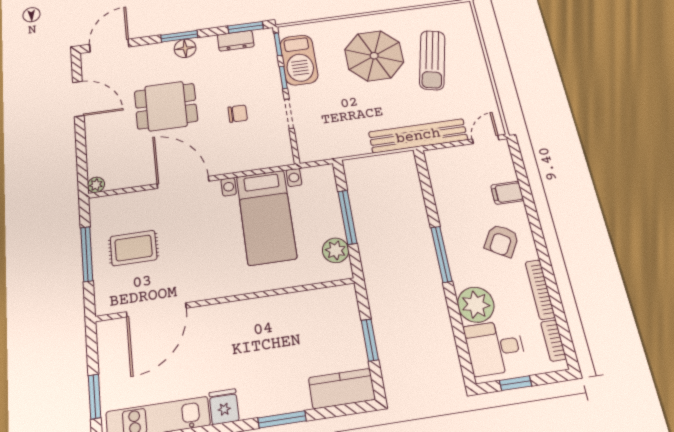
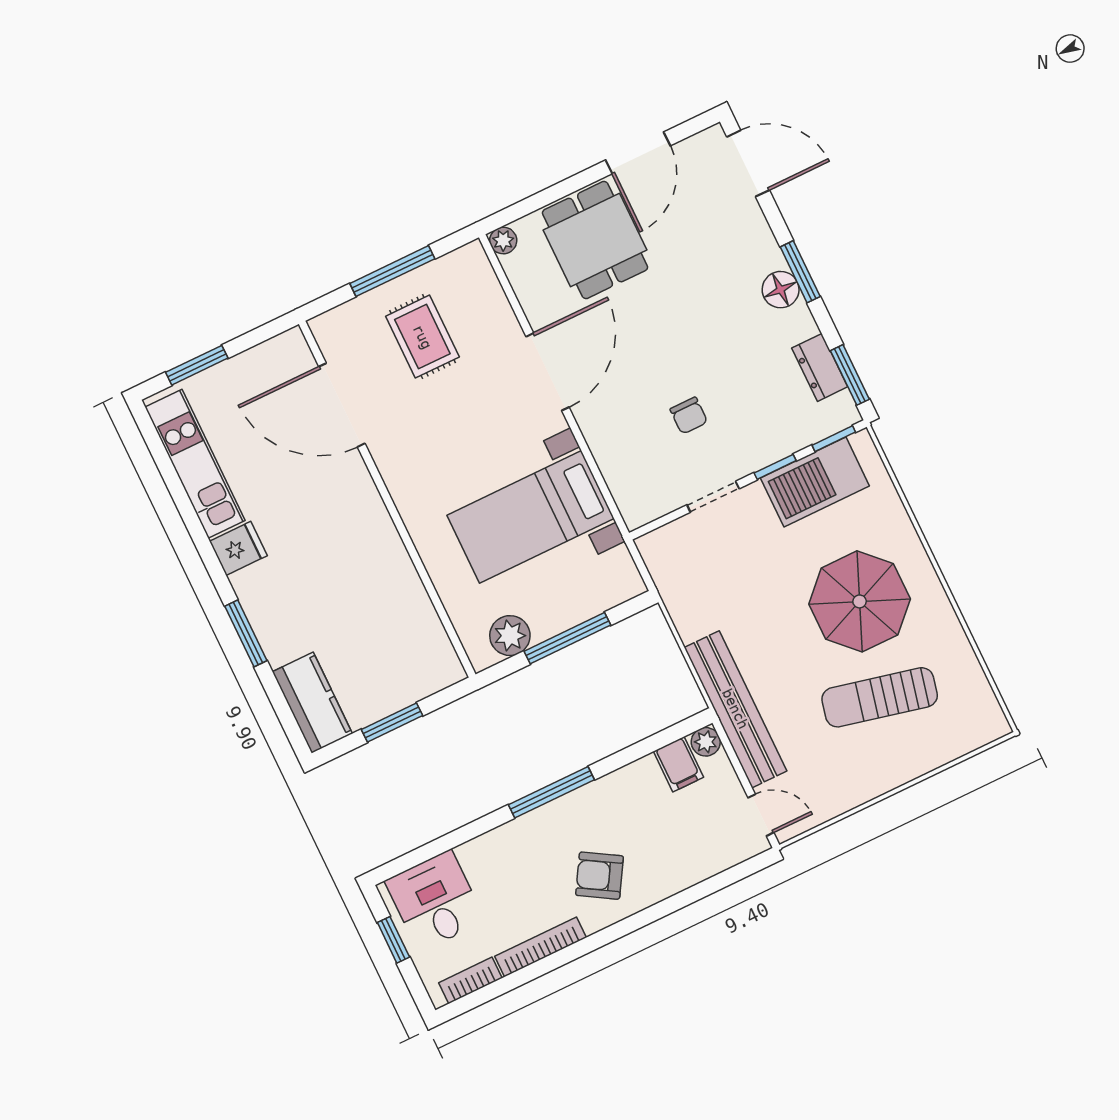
dining table: (166, 106) -> (595, 240), moved
filing cabinet: (507, 193) -> (678, 764), moved, turned 180
plant: (476, 305) -> (706, 742), moved, width x0.53, depth x0.53

